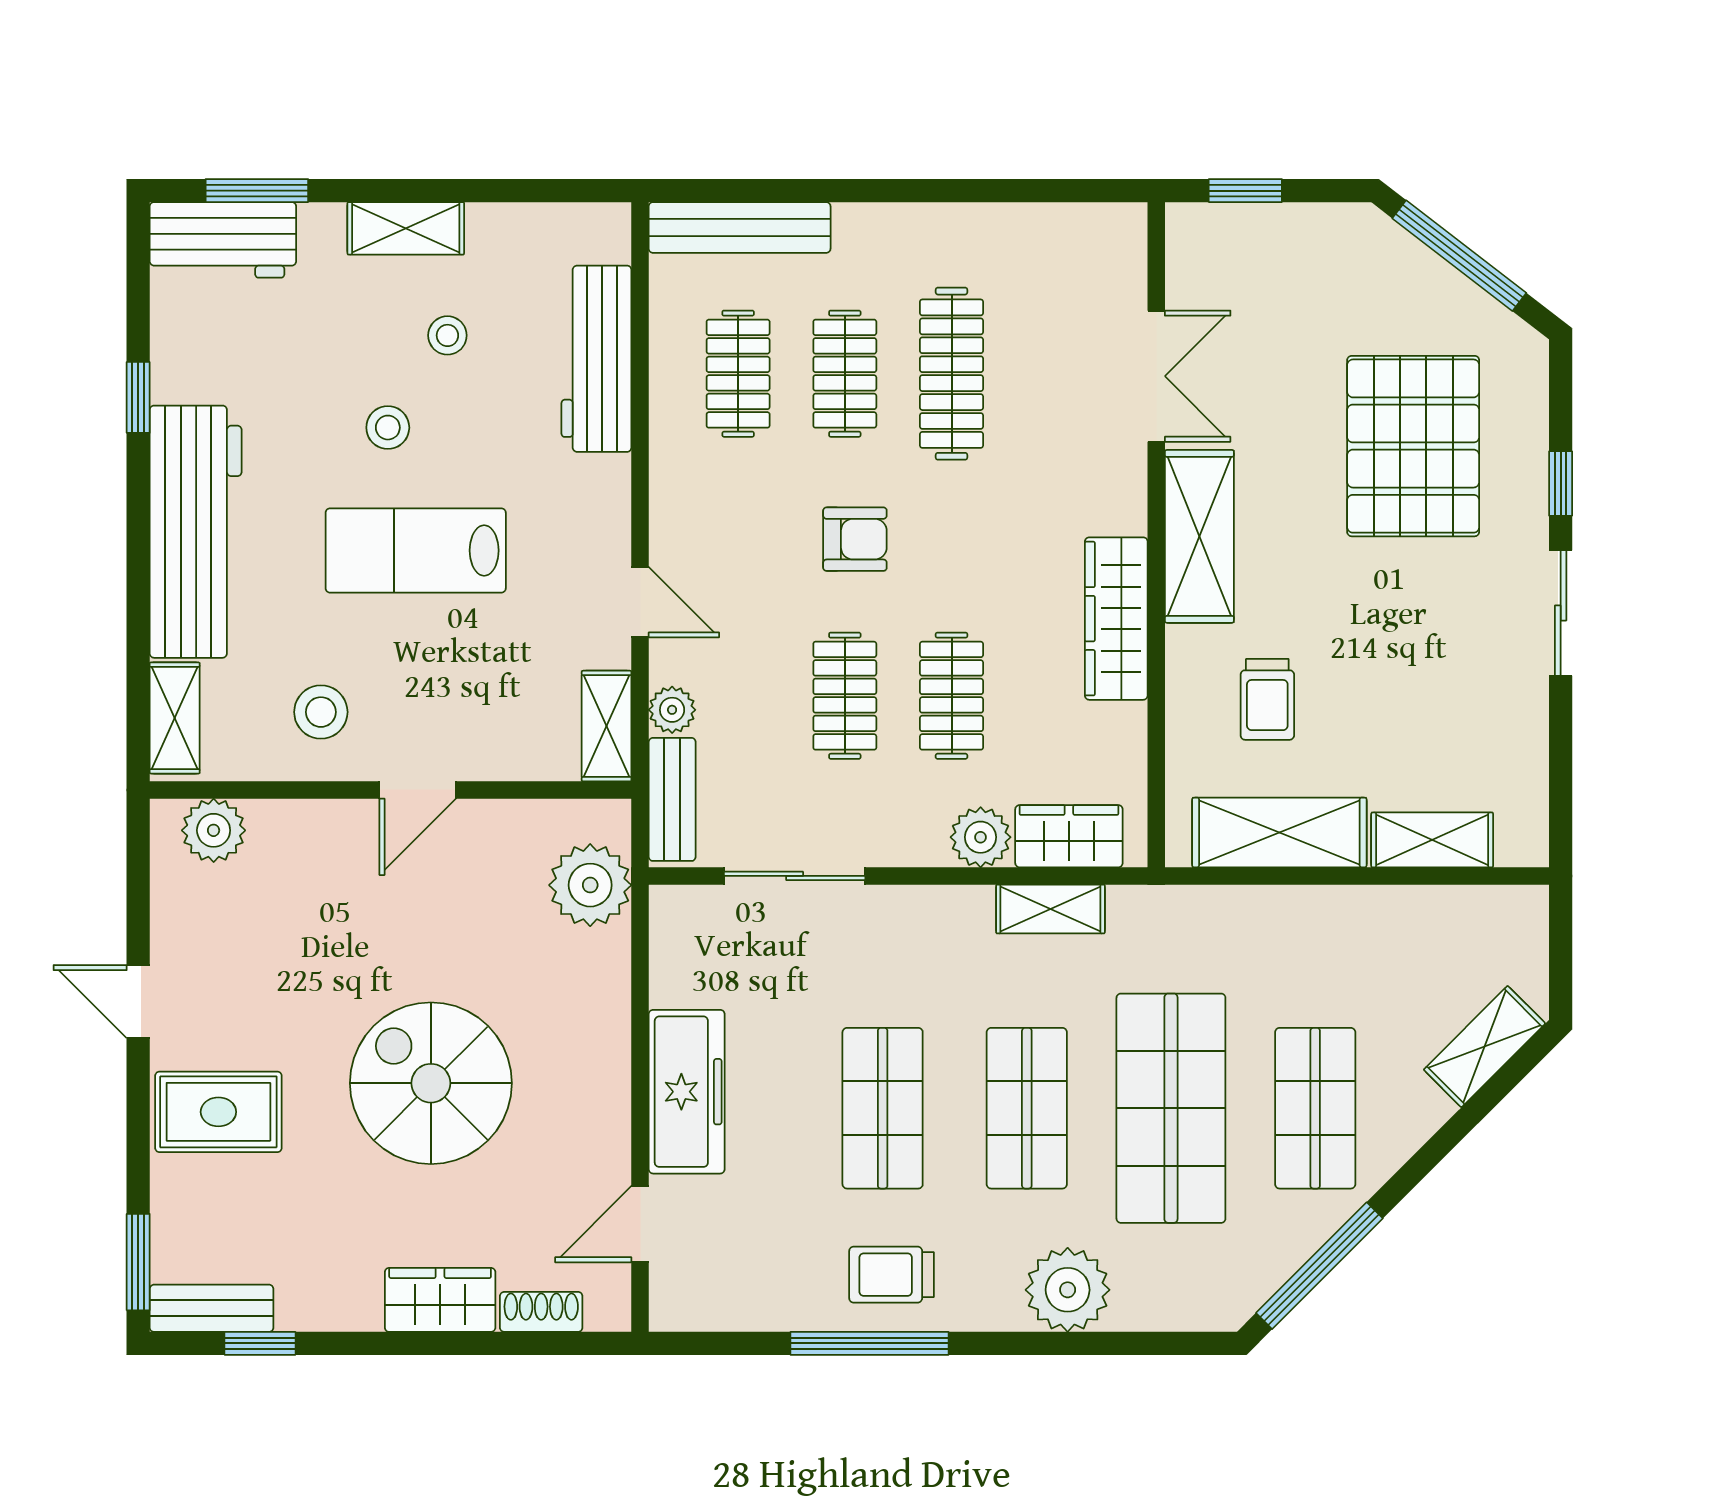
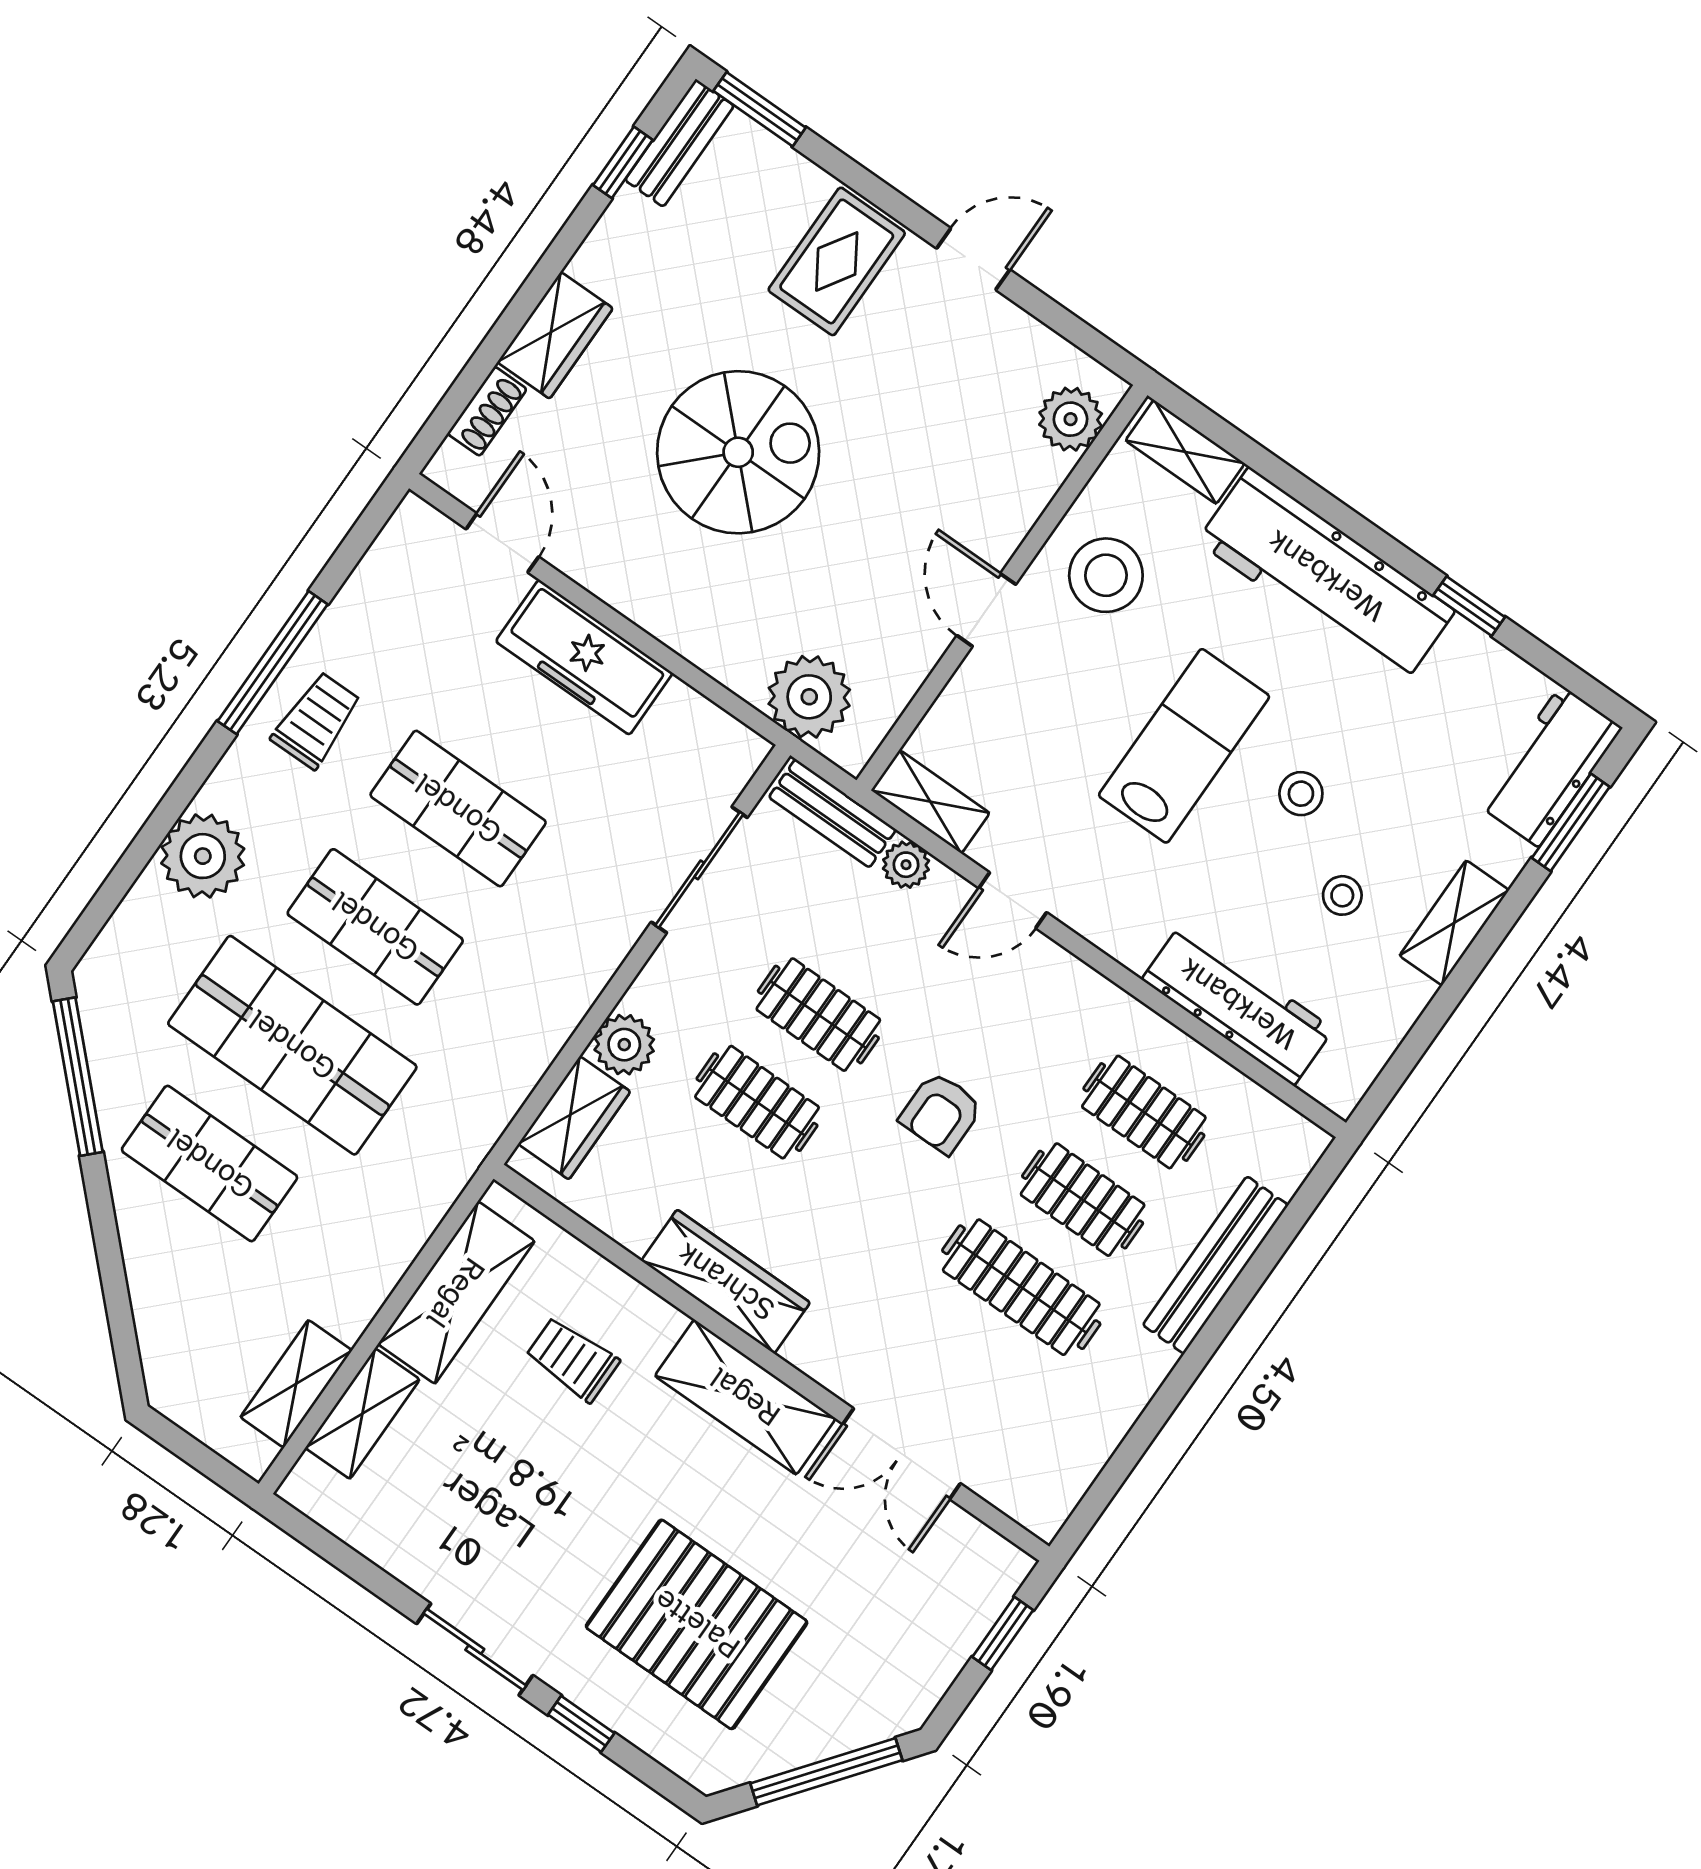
bench: (740, 227) -> (1216, 1265), moved
stool: (321, 712) -> (1106, 575), width x1.38, depth x1.38
shelving: (1050, 909) -> (525, 1061), removed
shelving: (1485, 1047) -> (296, 1384), moved, turned 45

